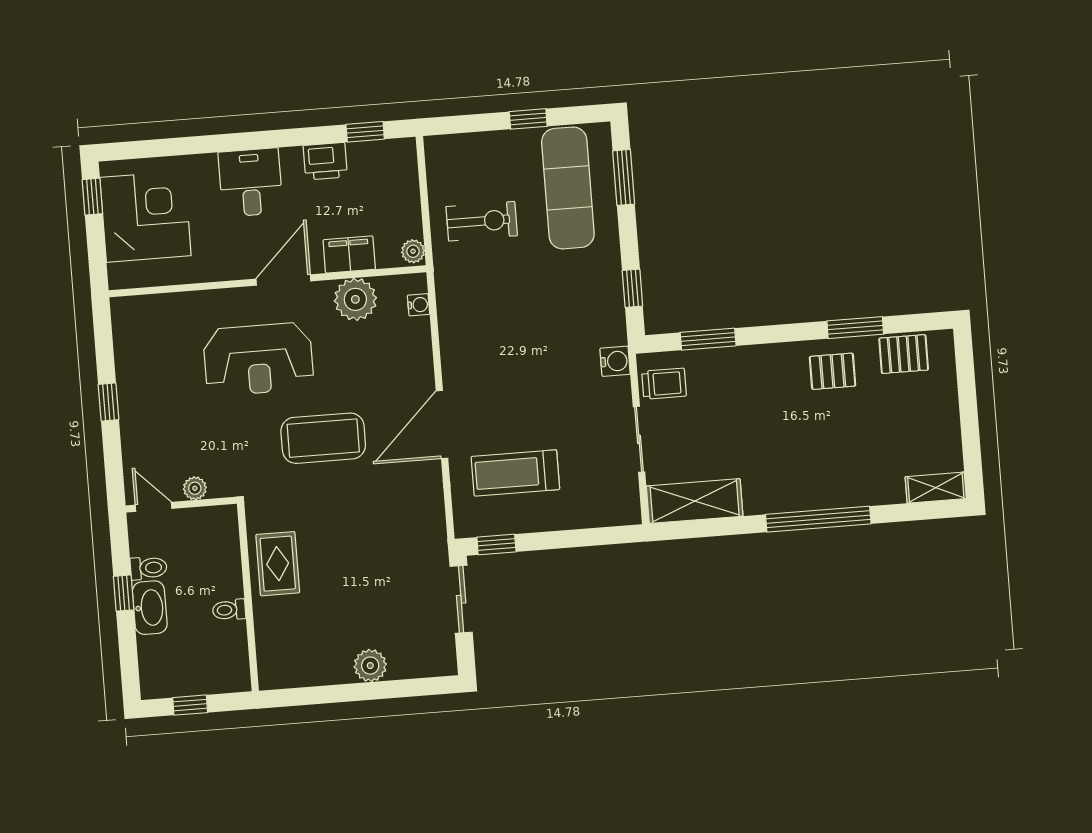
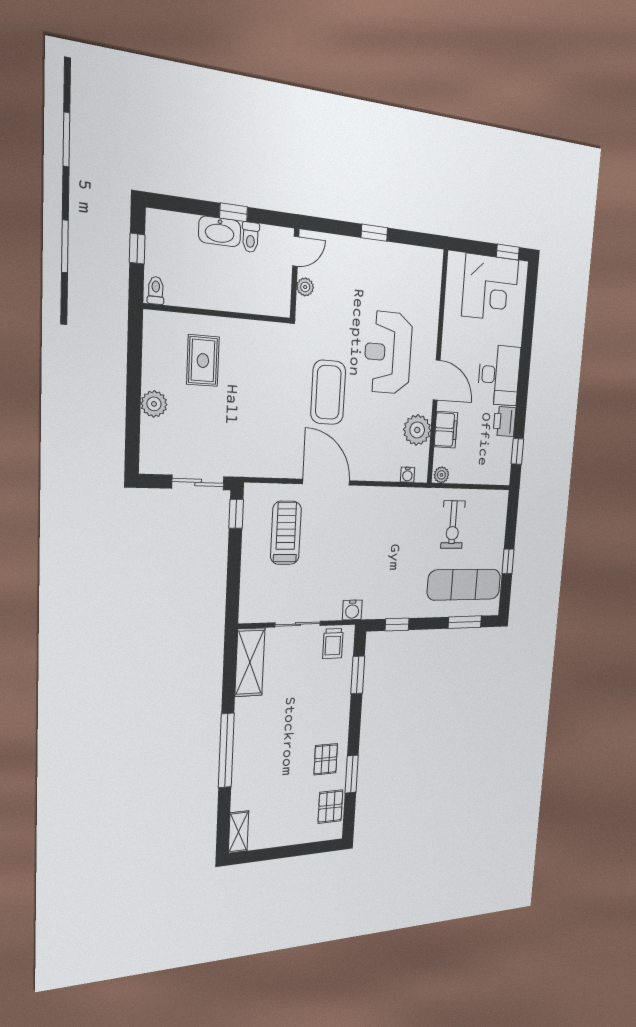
desk: (251, 182) -> (499, 375), width x1.37
rug: (278, 564) -> (203, 361), moved, turned 90
toilet: (229, 610) -> (156, 290), moved

